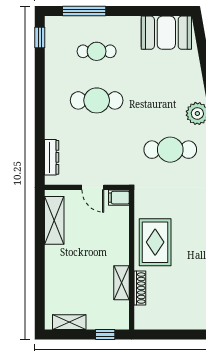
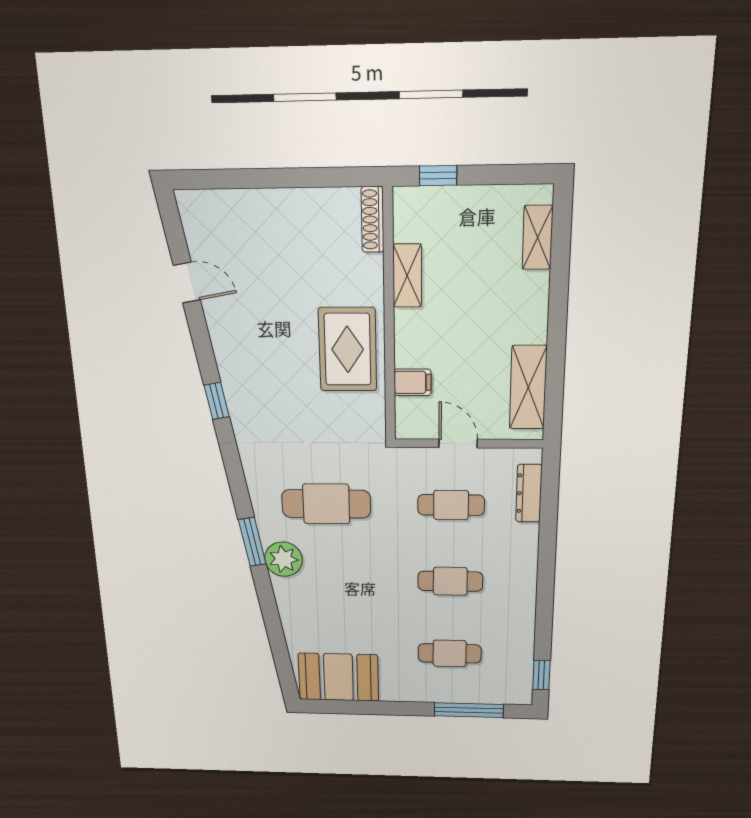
cafe table: (97, 100) -> (450, 581), width x0.73, depth x0.74
cafe table: (97, 150) -> (451, 505), added
filing cabinet: (119, 198) -> (413, 382), moved
shoe rack: (140, 288) -> (373, 220), moved
shelving: (69, 322) -> (538, 237), moved, turned 90

